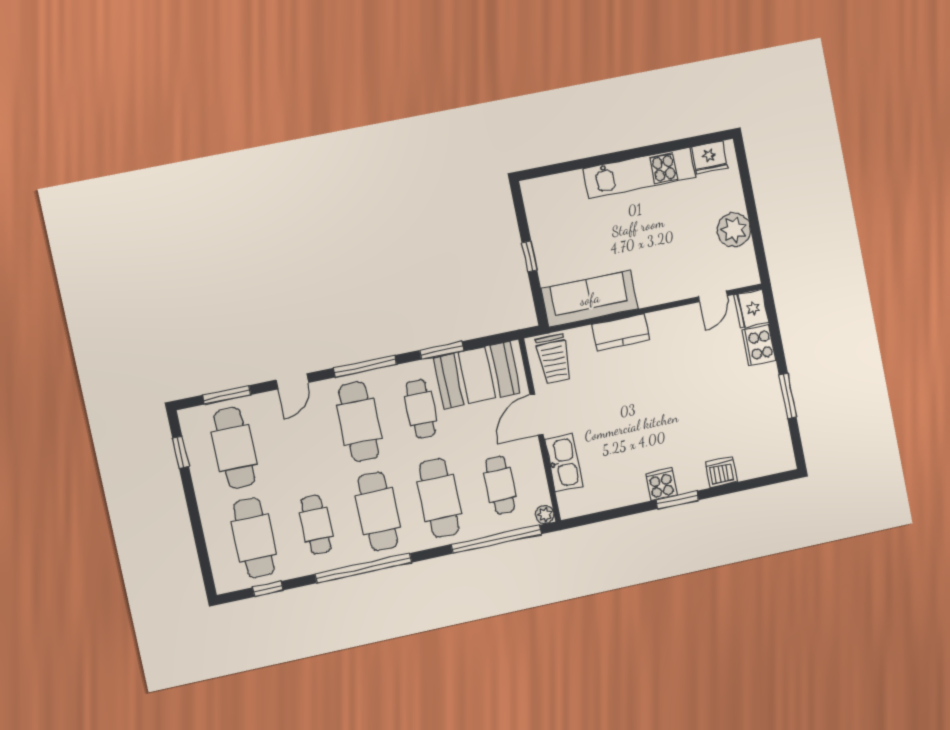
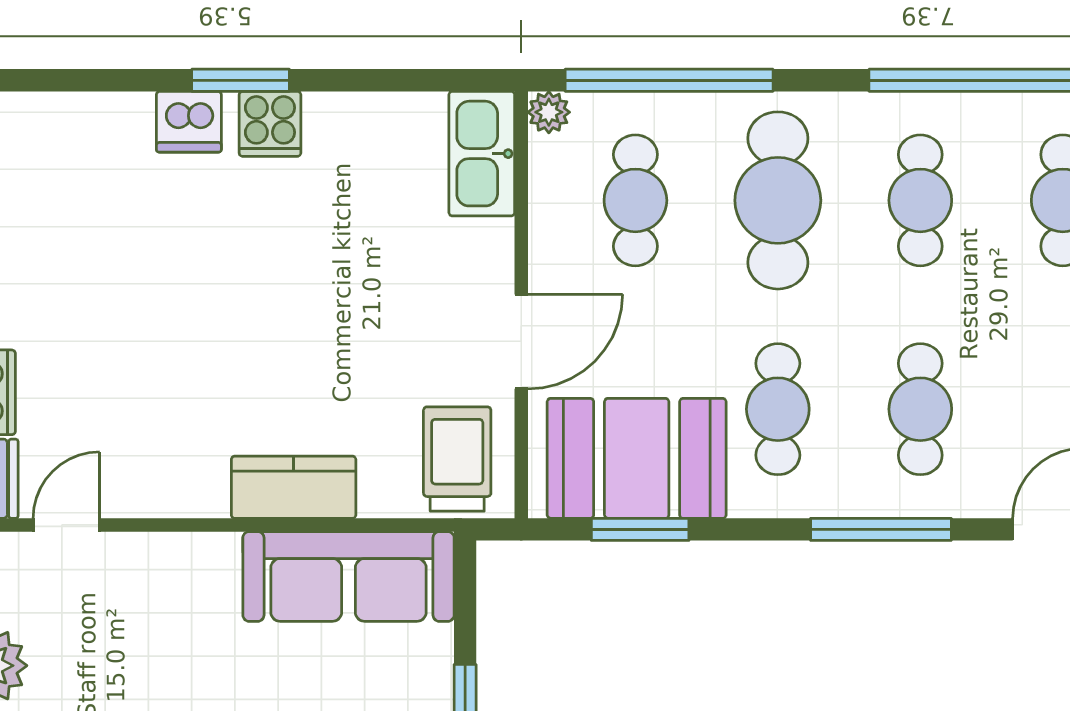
window: (442, 350) -> (640, 529), moved
cafe table: (359, 422) -> (920, 409), width x0.73, depth x0.74
kitchen sink: (564, 463) -> (482, 154), moved
dishwasher: (721, 472) -> (189, 122), moved
cafe table: (378, 511) -> (920, 200), width x0.73, depth x0.74

